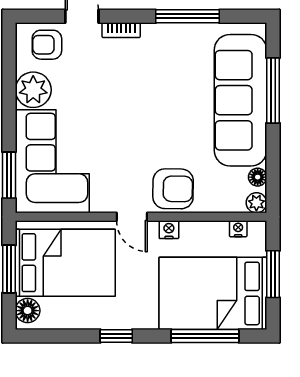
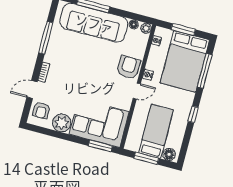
bed: (65, 263) -> (156, 131), width x0.67

